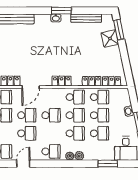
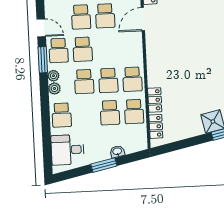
locker: (62, 81) -> (153, 60), removed
door: (31, 87) -> (143, 19), hinge flipped
school desk: (51, 115) -> (83, 49), moved
school desk: (100, 133) -> (62, 115), moved
door: (23, 164) -> (41, 28), moved
window: (108, 164) -> (43, 60), moved

